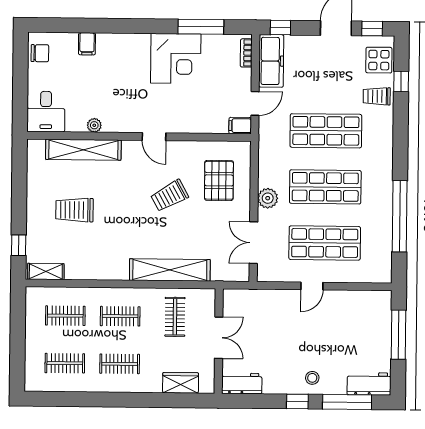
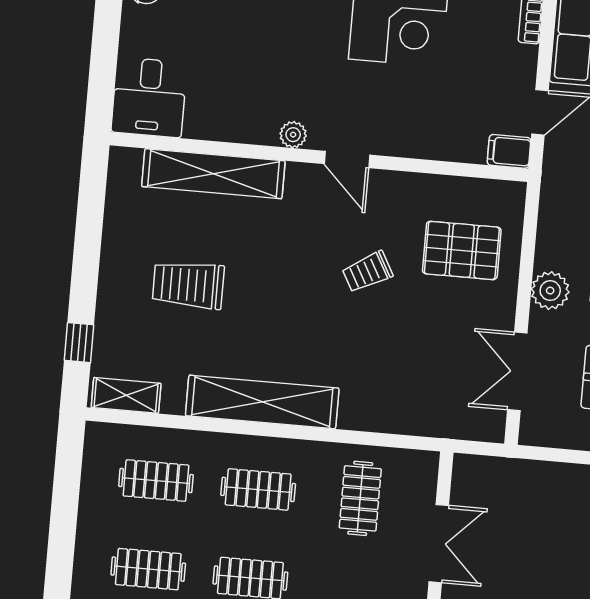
plant: (94, 125) -> (293, 135), moved
pallet: (219, 180) -> (462, 250), turned 90
trolley: (169, 196) -> (367, 272), width x0.73, depth x0.72
shelving: (170, 270) -> (262, 402), moved

